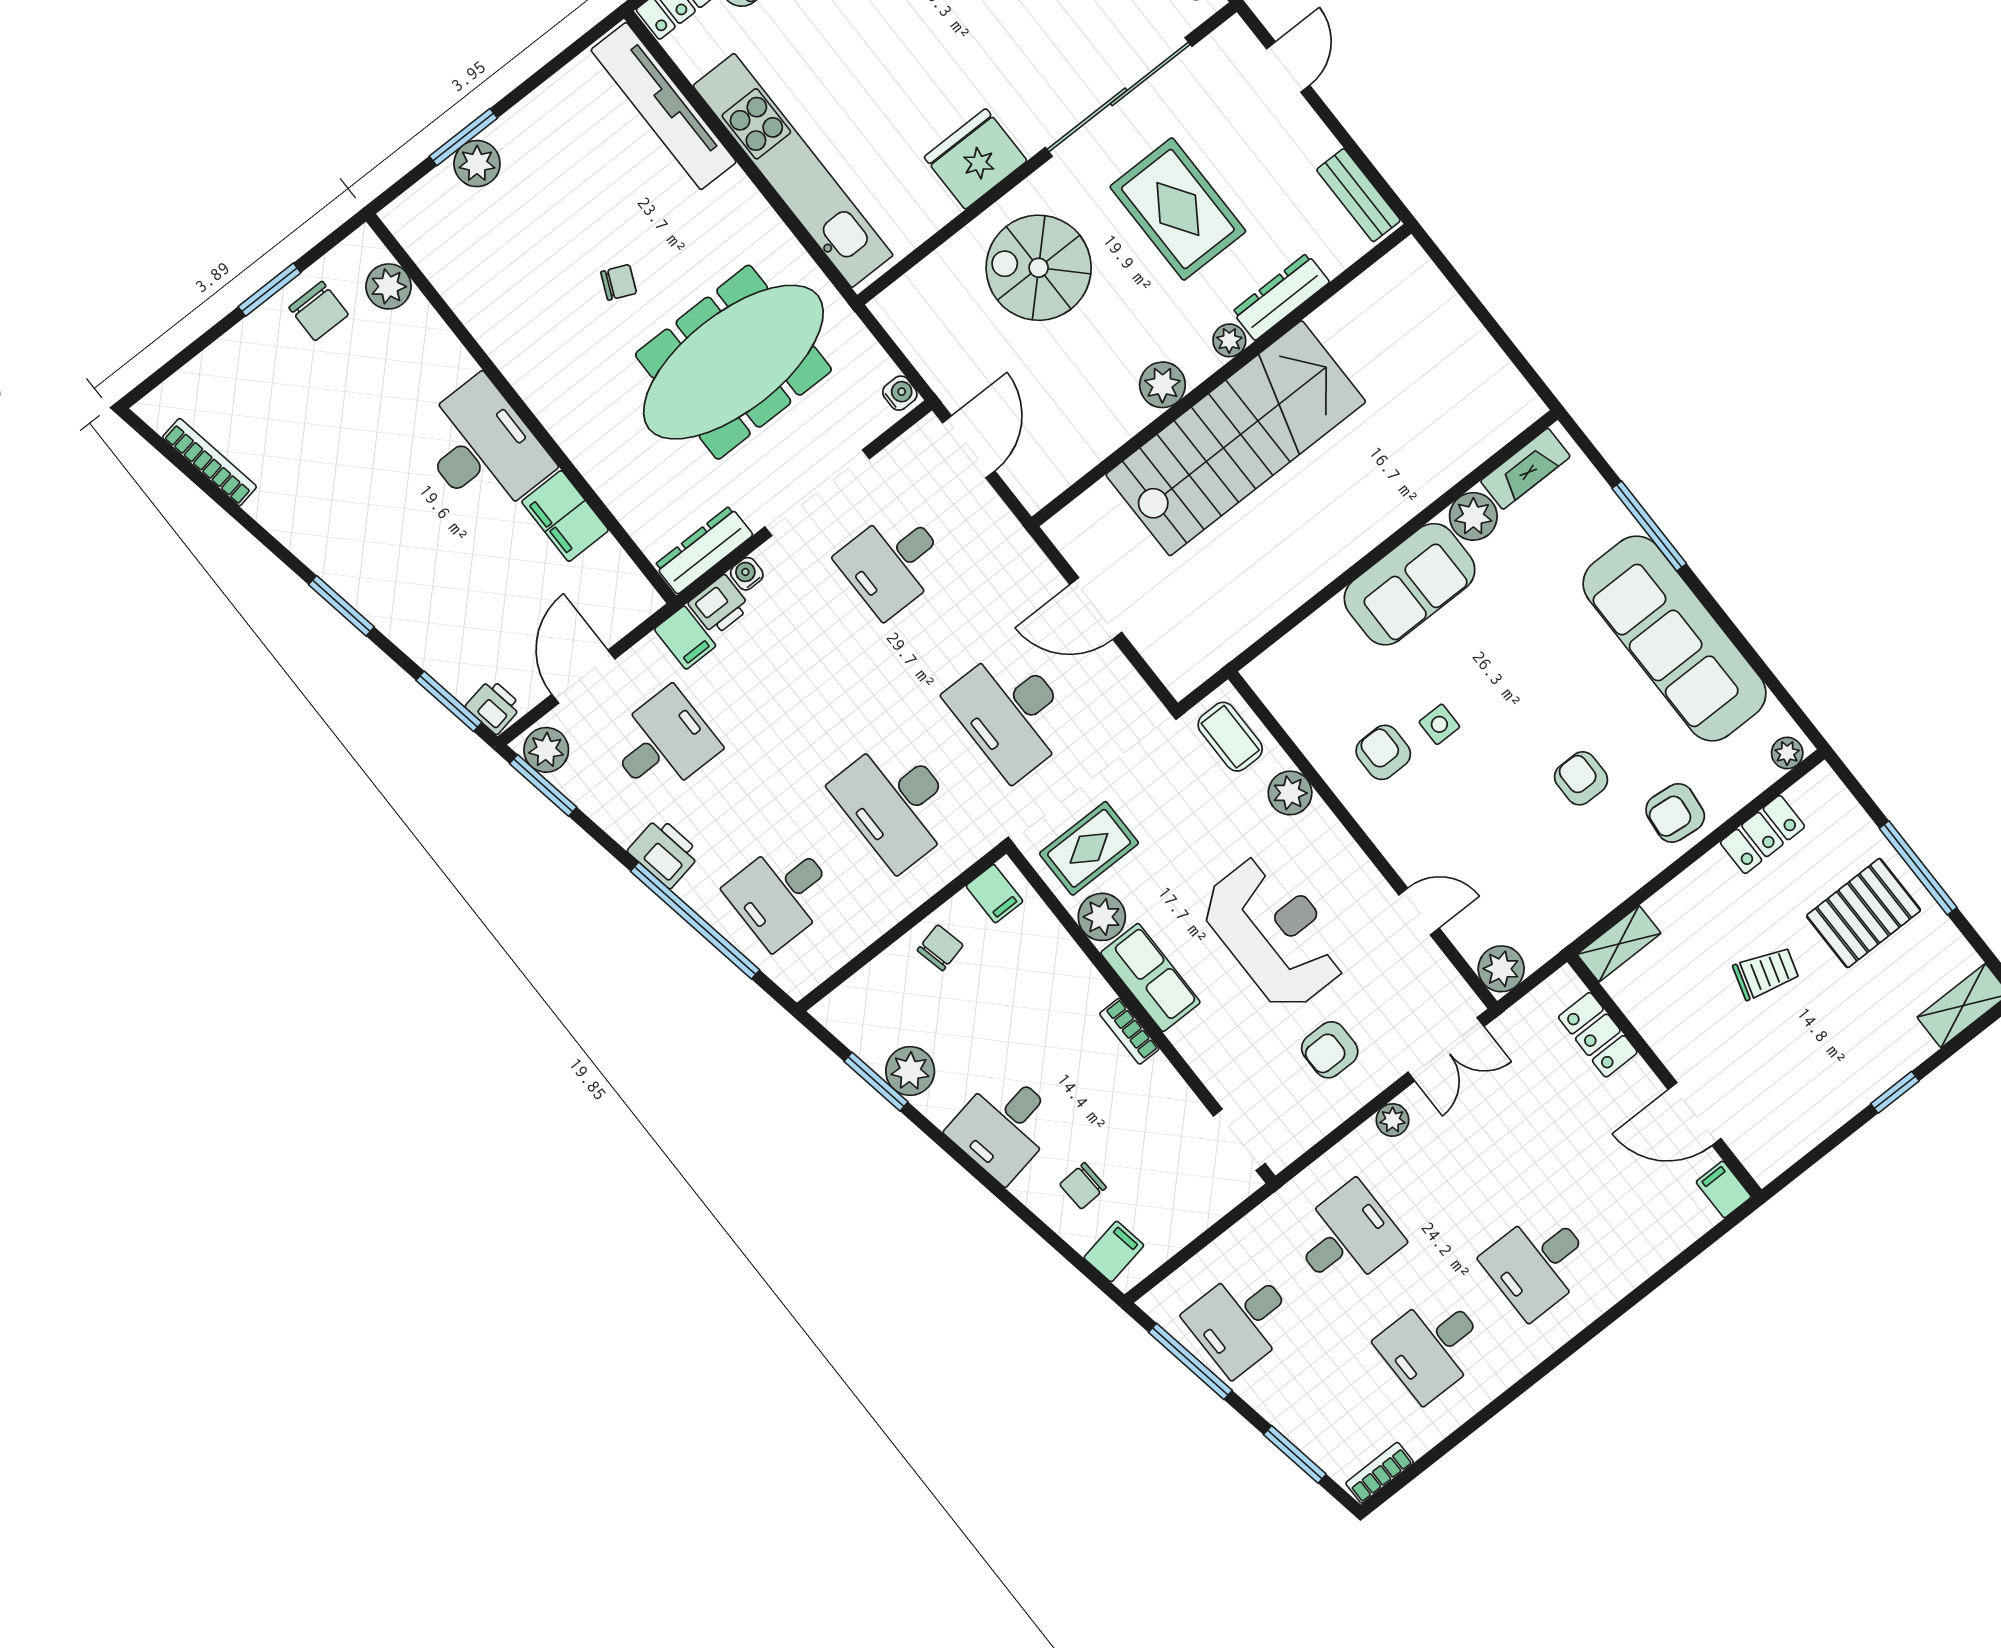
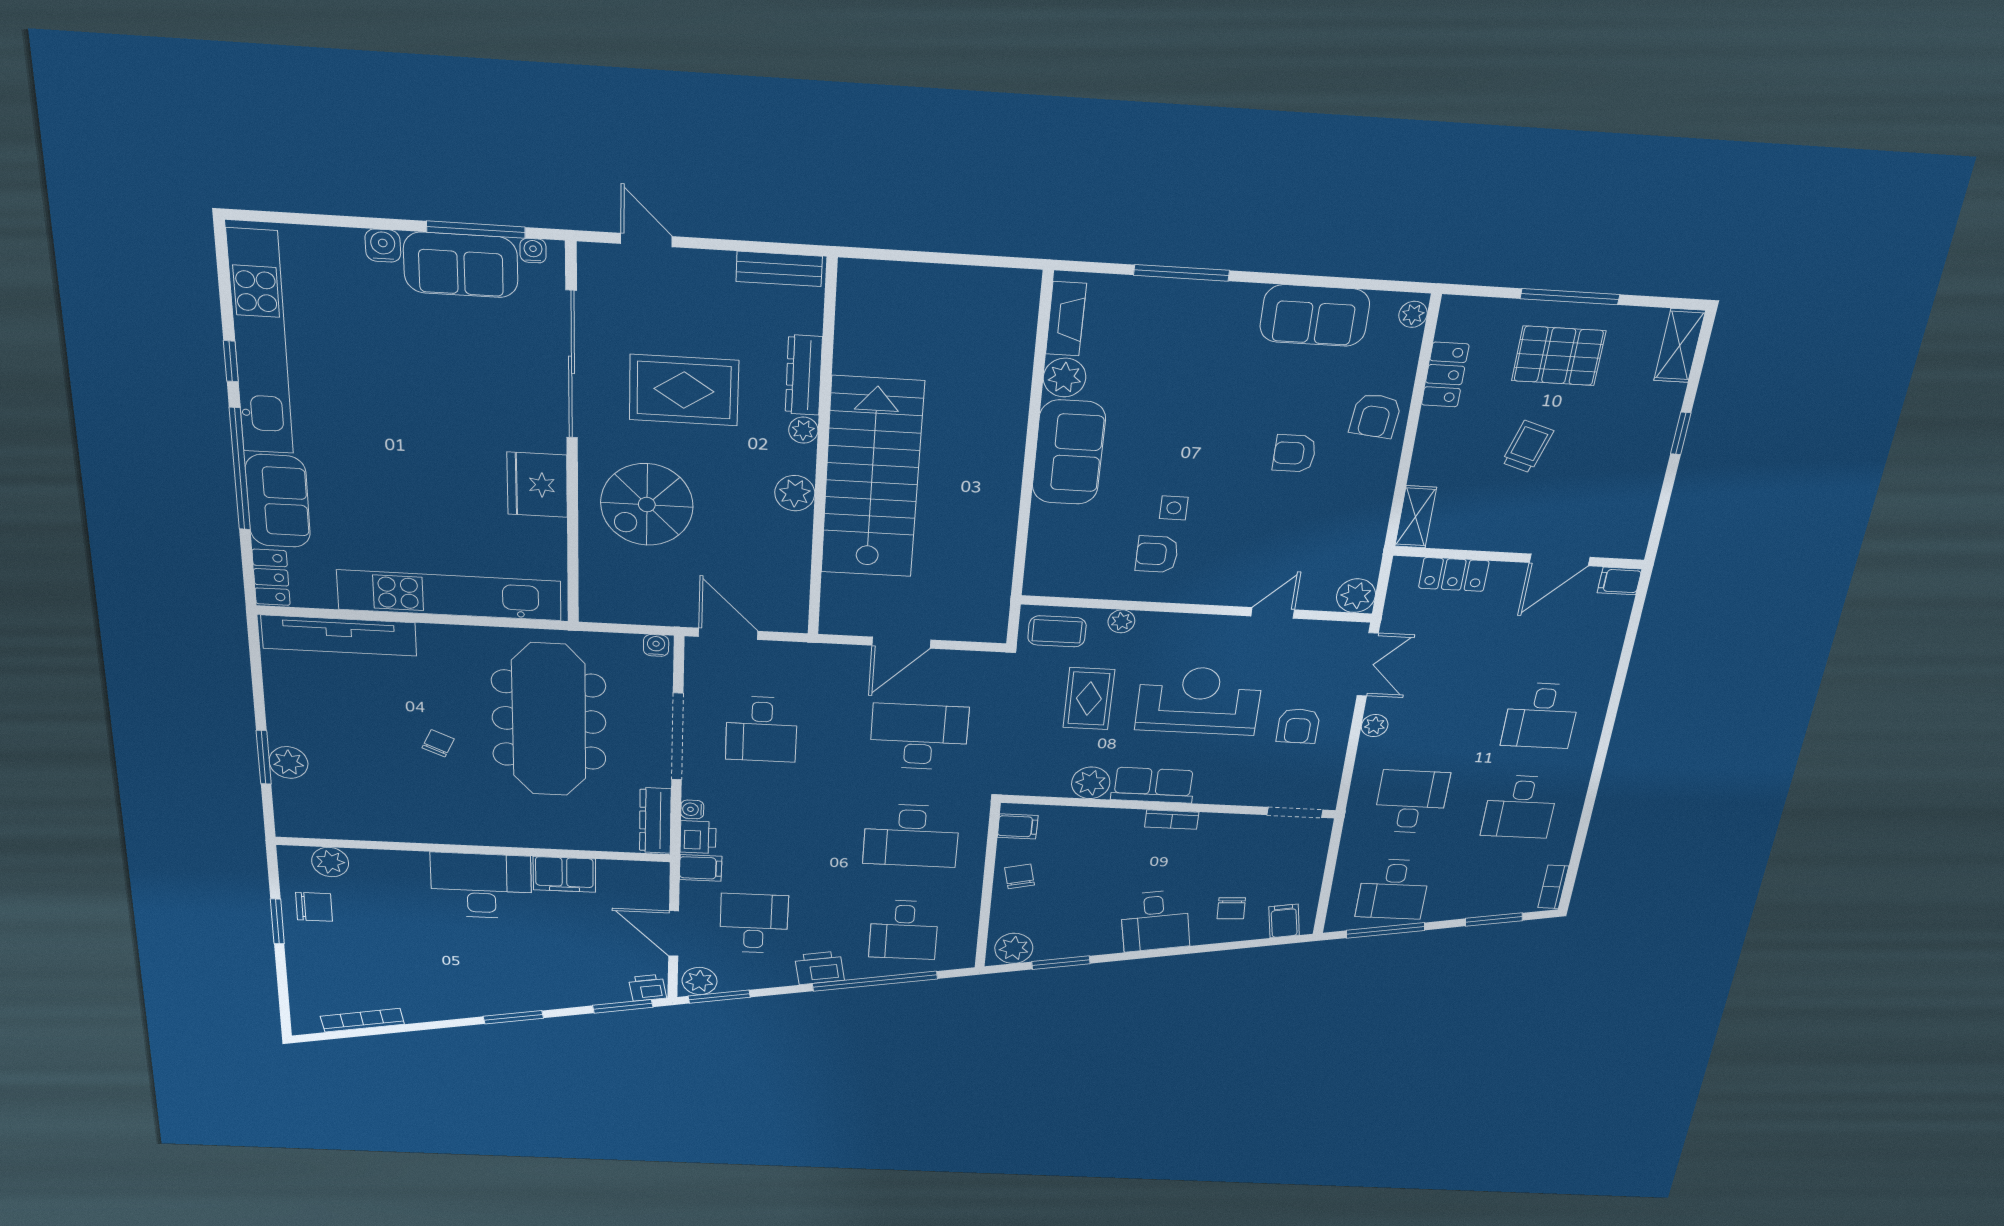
sofa: (1674, 638) -> (1315, 316), width x0.54, depth x0.79
desk: (1011, 713) -> (919, 737), turned 180
plant: (1290, 793) -> (1121, 621), width x0.73, depth x0.73
rug: (1089, 848) -> (1089, 699), moved
pallet: (1864, 913) -> (1559, 356), turned 90
plant: (910, 1071) -> (1014, 948), moved

